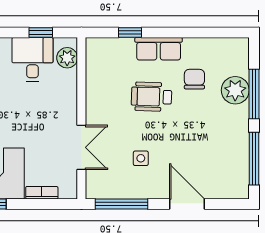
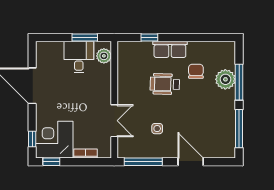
window: (41, 32) -> (85, 38), width x1.50

